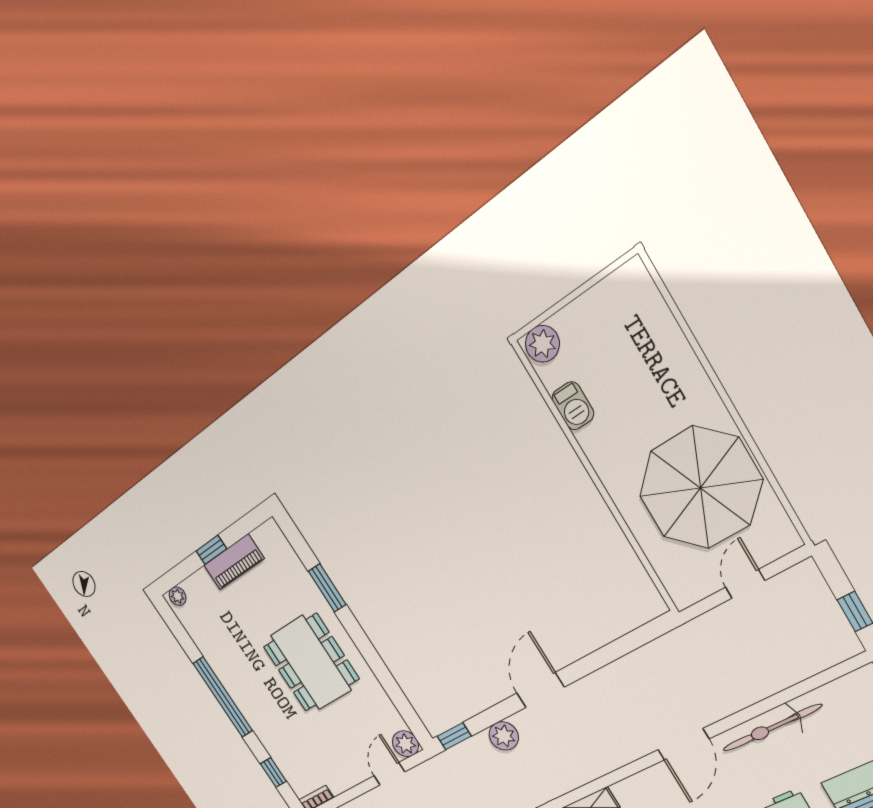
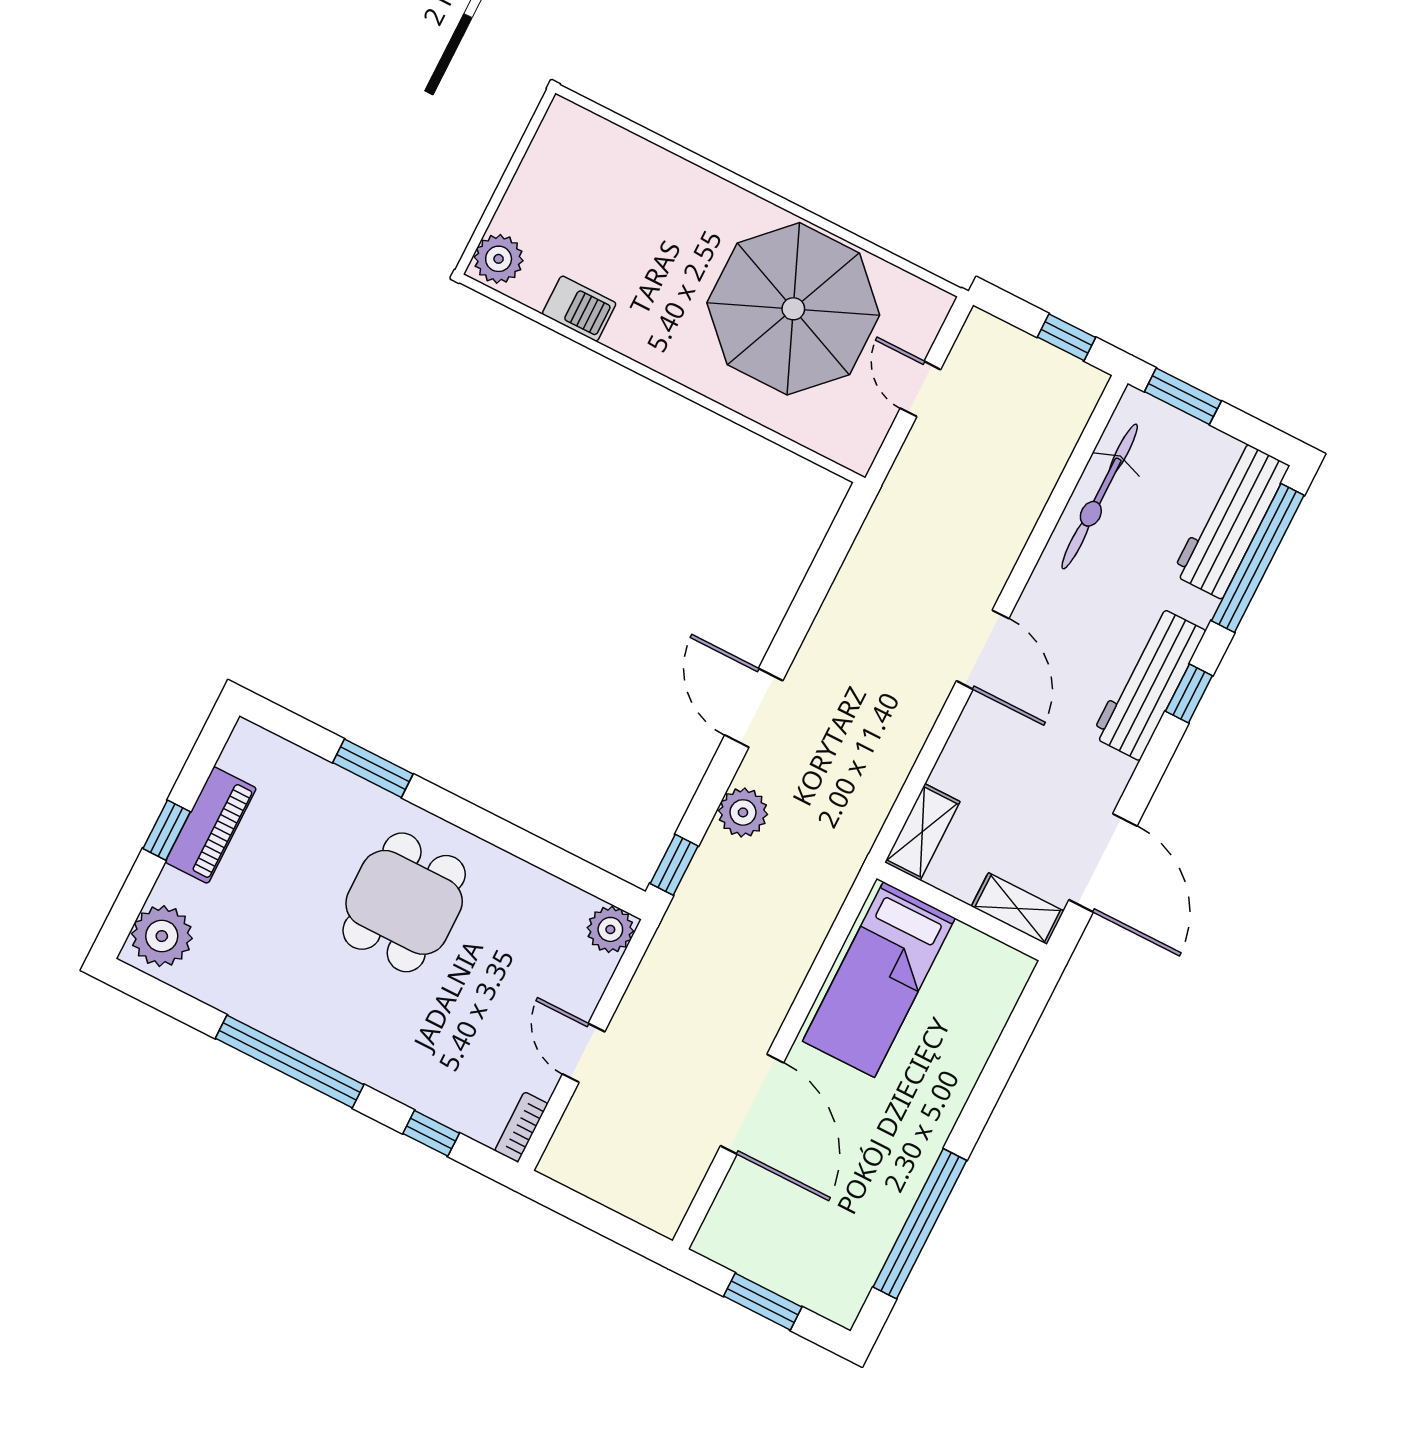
plant: (178, 596) -> (162, 936), width x1.87, depth x1.87
dining table: (311, 663) -> (404, 902), width x0.73
bicycle: (772, 728) -> (1100, 496), moved
door: (389, 774) -> (584, 1053), moved

